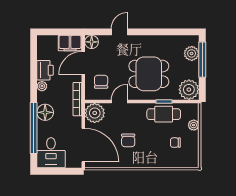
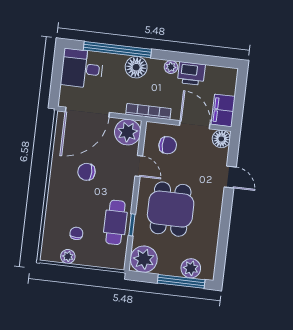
plant: (194, 125) -> (68, 256), moved

